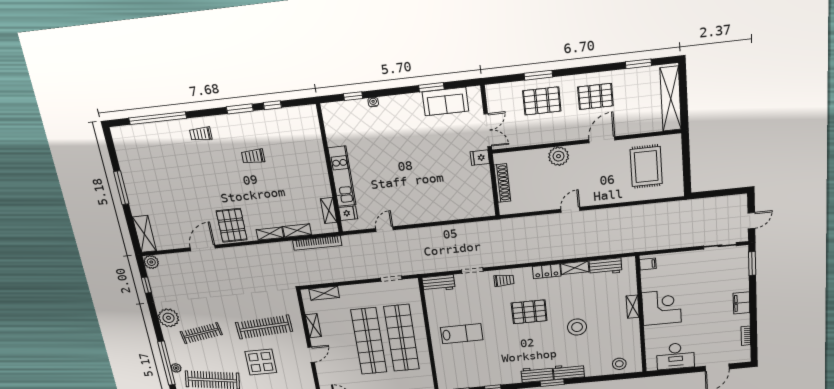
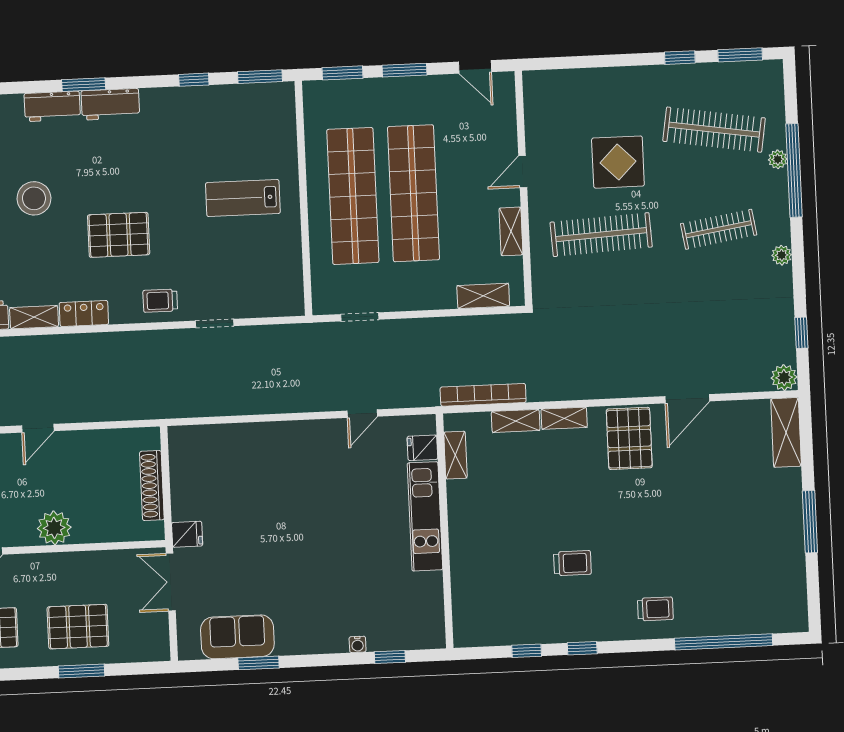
window: (240, 109) -> (582, 648), width x0.67
workbench: (439, 283) -> (276, 302), removed
plant: (169, 318) -> (782, 255), width x0.53, depth x0.53

